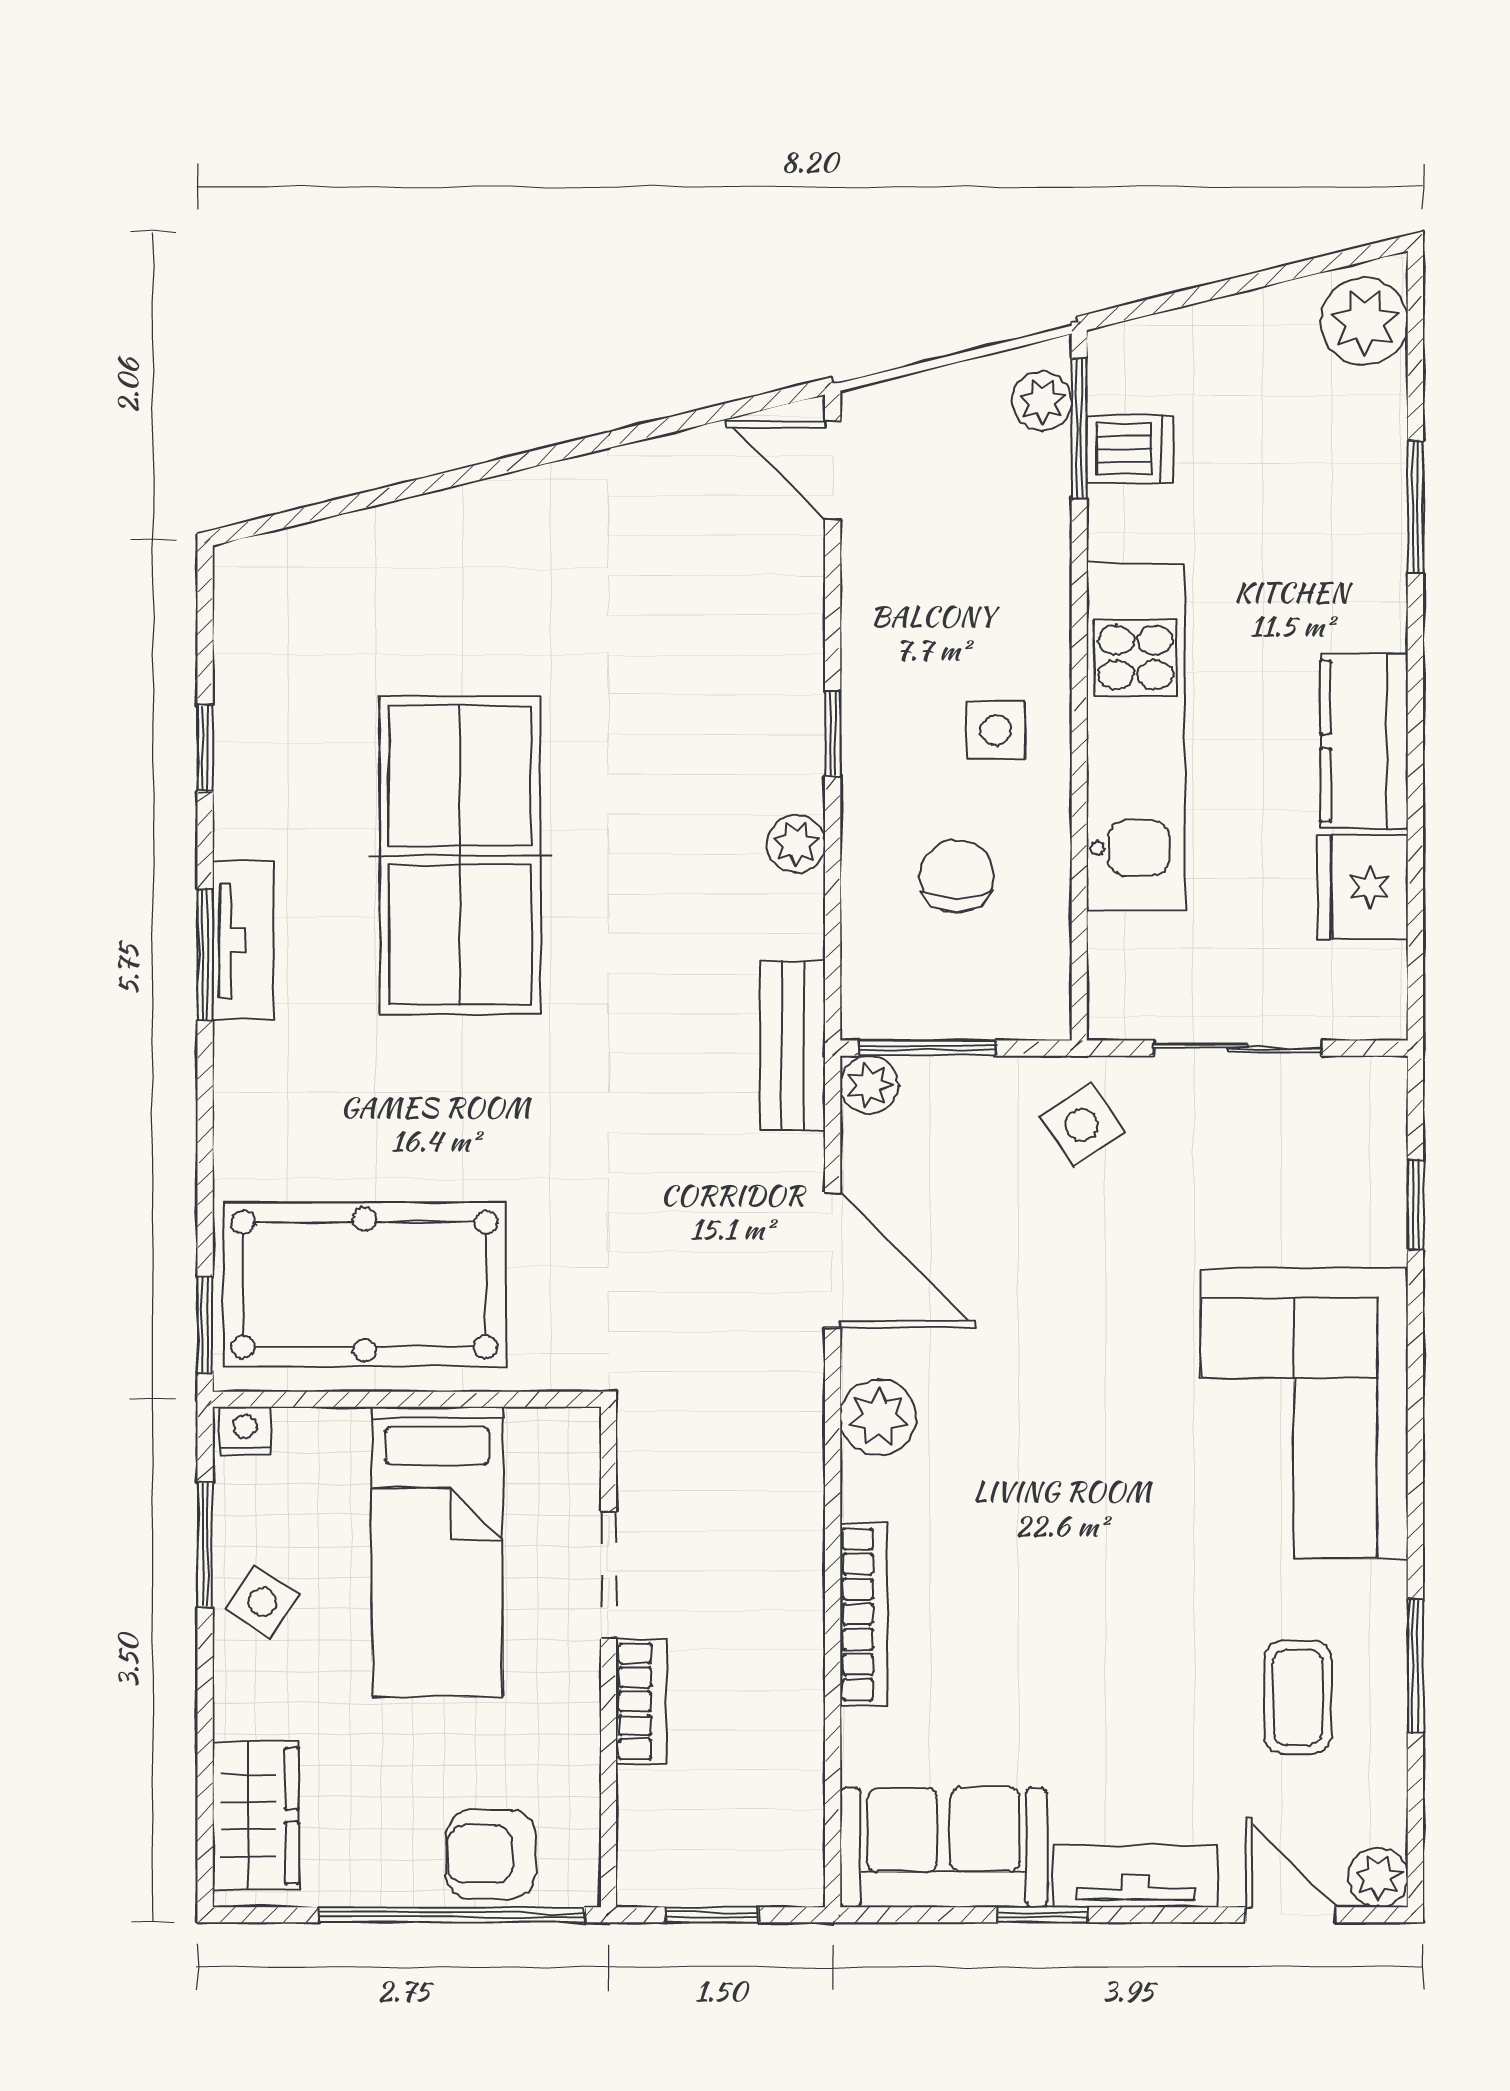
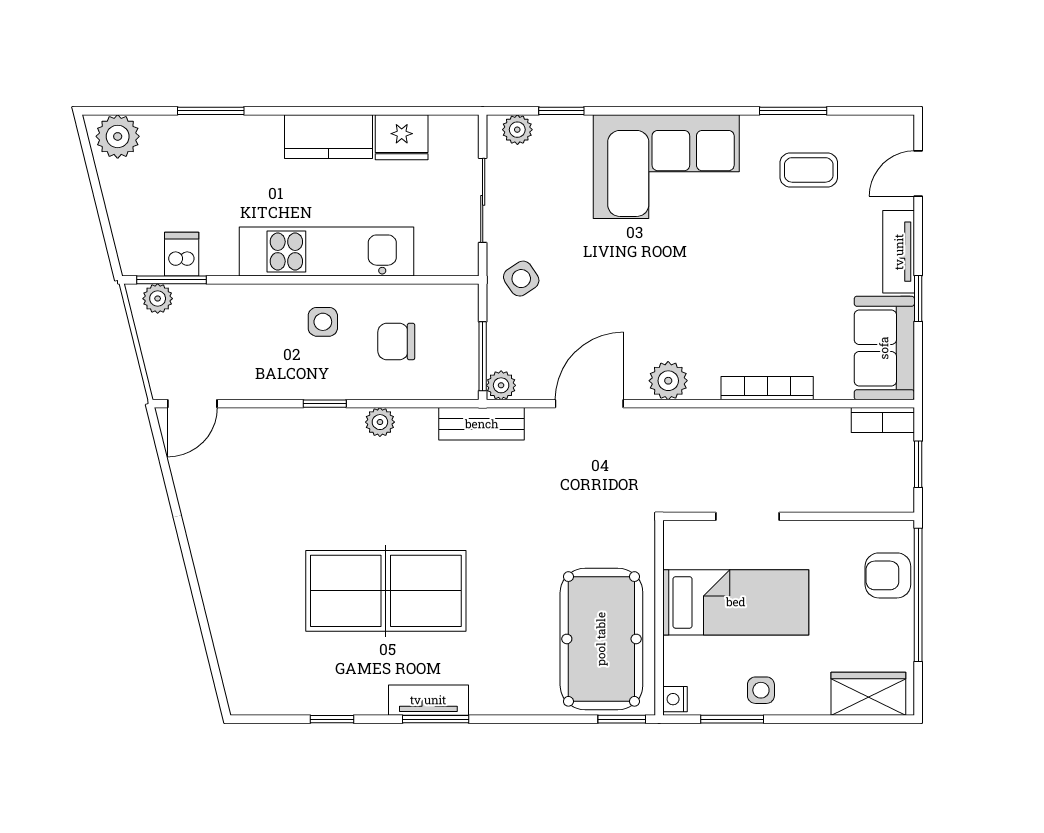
side table: (262, 1602) -> (761, 690), turned -34
bookcase: (641, 1701) -> (883, 420), moved, turned 180
armchair: (491, 1855) -> (888, 575), turned 90
plant: (1378, 1877) -> (517, 130), moved

